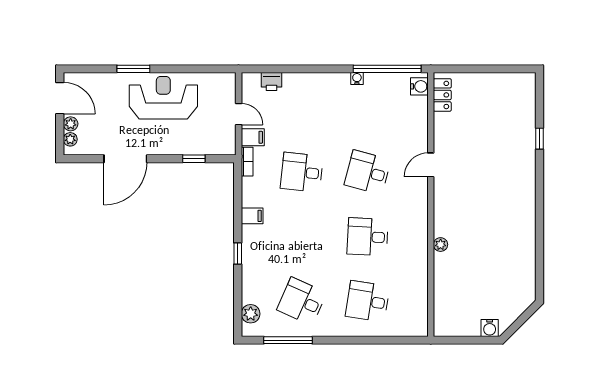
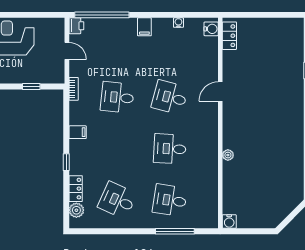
window: (387, 69) -> (102, 15), moved
water cooler: (357, 79) -> (178, 23), moved
printer: (271, 82) -> (76, 26), moved, turned -90
filing cabinet: (253, 137) -> (144, 27), moved, turned 90
locker: (250, 287) -> (76, 189), added
water cooler: (490, 328) -> (229, 221), moved
window: (288, 340) -> (175, 231), moved

